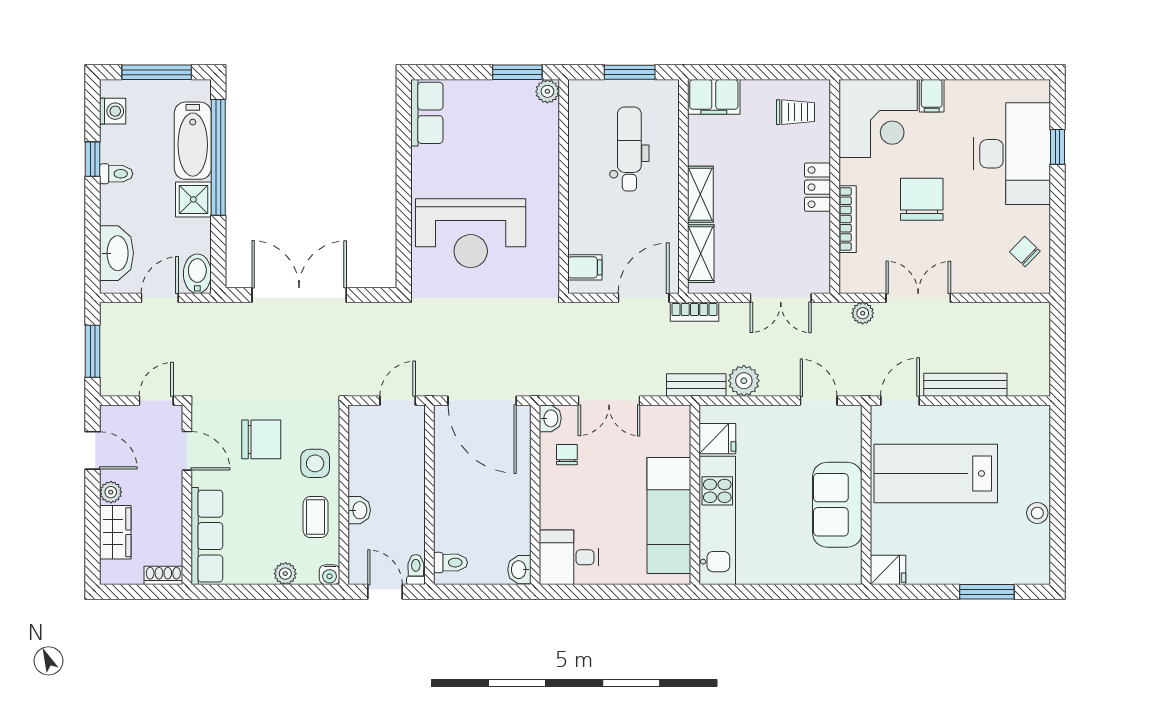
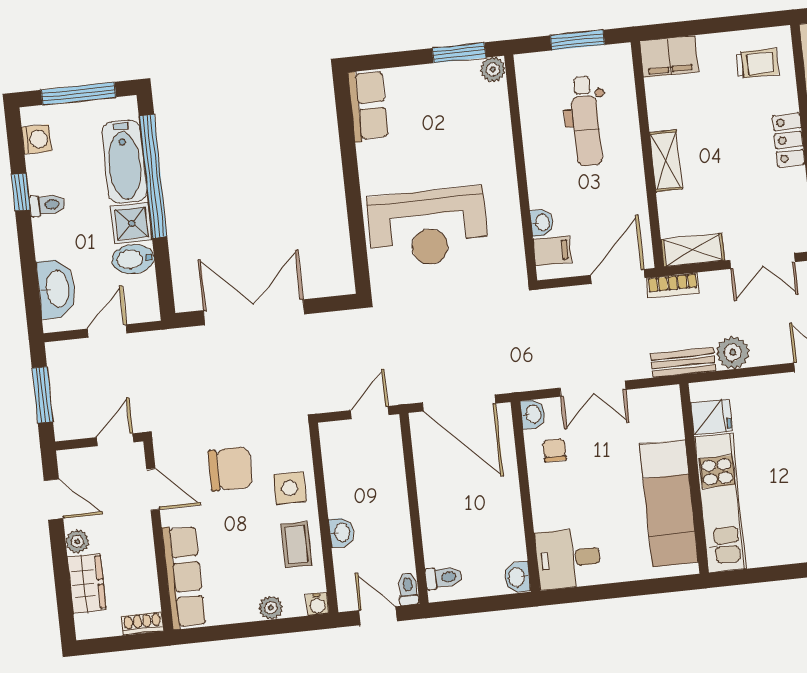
dental chair: (629, 149) -> (586, 121), turned 180
washbasin: (578, 240) -> (542, 223), added
shelving: (701, 254) -> (693, 250), moved, turned 90
bidet: (197, 274) -> (133, 259), moved, turned -90

